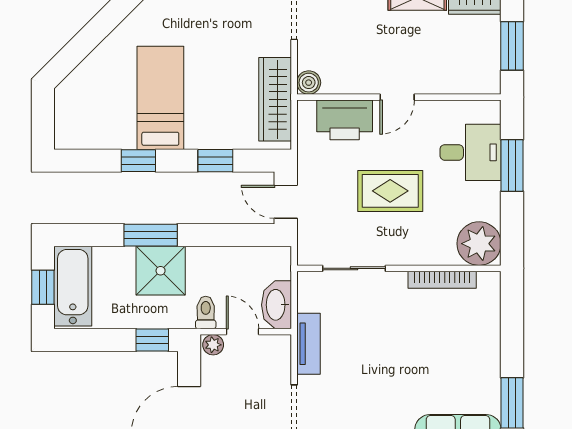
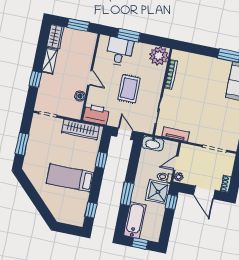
boiler: (309, 83) -> (80, 96), moved
printer: (345, 120) -> (96, 114), moved, turned -90
window: (138, 161) -> (91, 210), moved
door: (286, 202) -> (125, 134), swing flipped
shower: (161, 271) -> (158, 192), moved
bathtub: (73, 286) -> (135, 220), moved, turned 90
washbasin: (276, 305) -> (153, 144), moved
tv unit: (308, 344) -> (176, 134), moved

